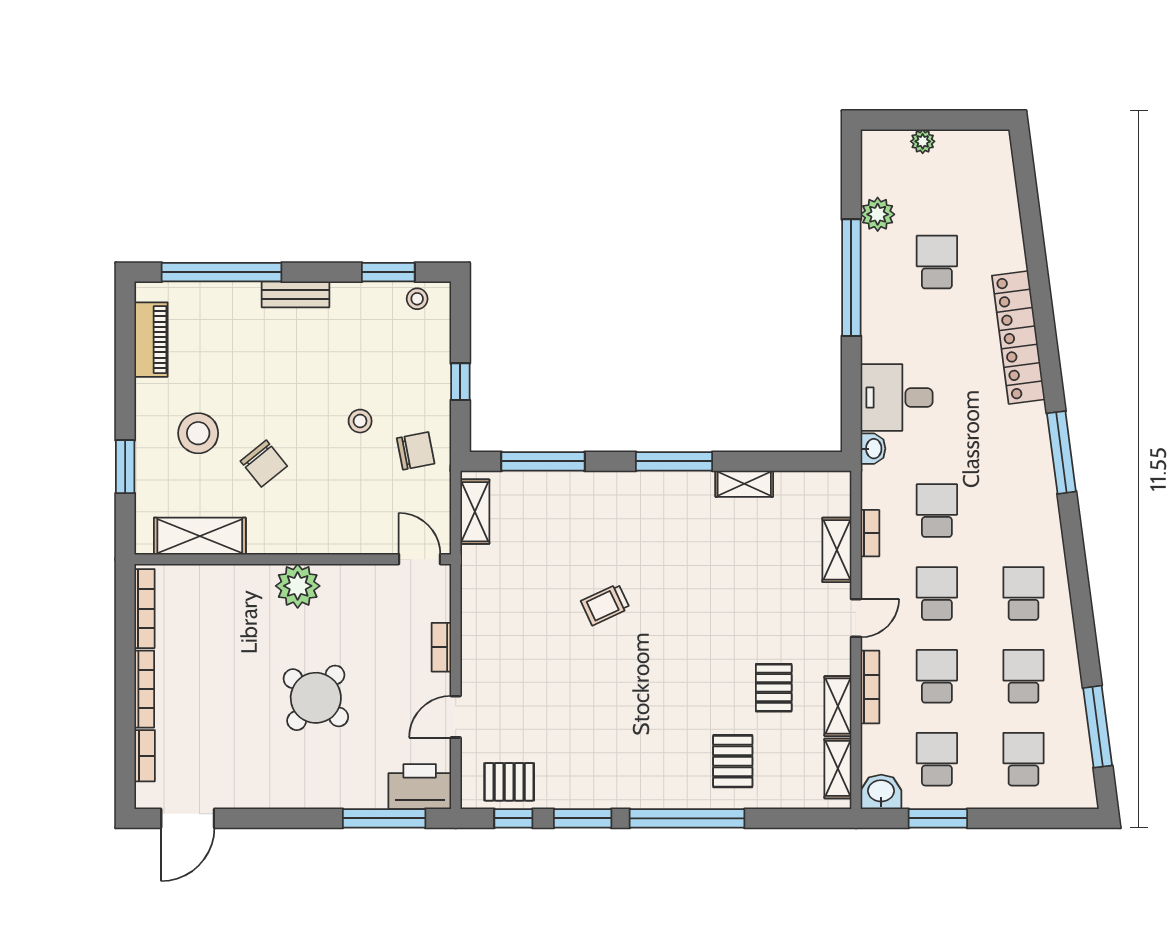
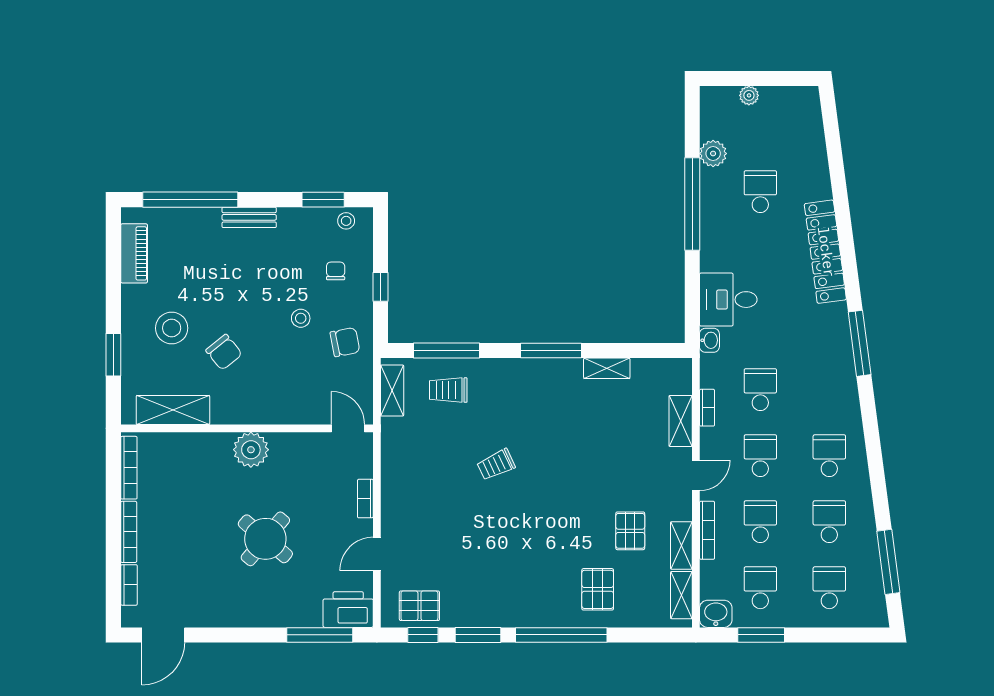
chair: (404, 362) -> (336, 271), added
trolley: (545, 511) -> (448, 390), added

